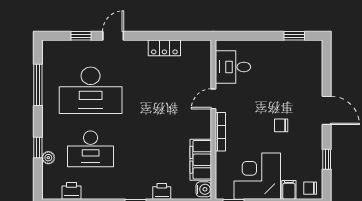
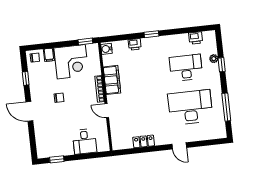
window: (81, 36) -> (201, 143), removed
door: (113, 36) -> (179, 146), hinge flipped
desk: (233, 67) -> (85, 141), moved, turned 90
door: (213, 99) -> (107, 111), swing flipped
filing cabinet: (201, 160) -> (112, 80), moved

